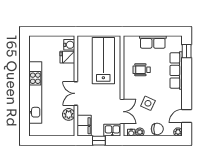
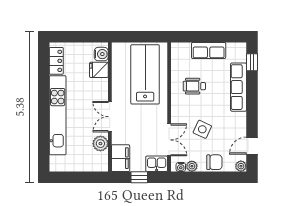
locker: (34, 50) -> (56, 61), added

